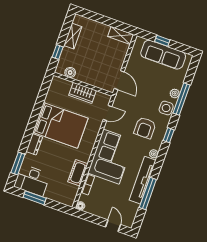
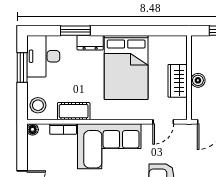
boiler: (70, 73) -> (198, 80), moved
door: (107, 113) -> (163, 122), hinge flipped
window: (18, 163) -> (75, 31), moved
stool: (65, 196) -> (38, 105), added

